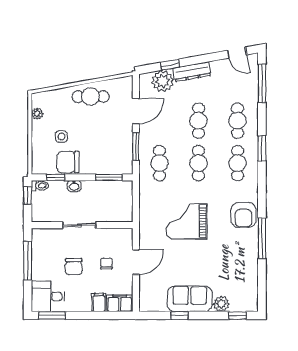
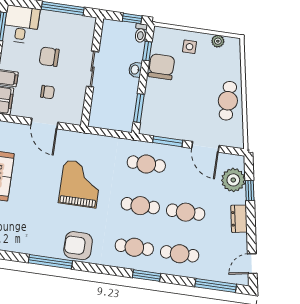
dresser: (192, 72) -> (239, 219), width x0.70
side table: (61, 136) -> (190, 47), moved

